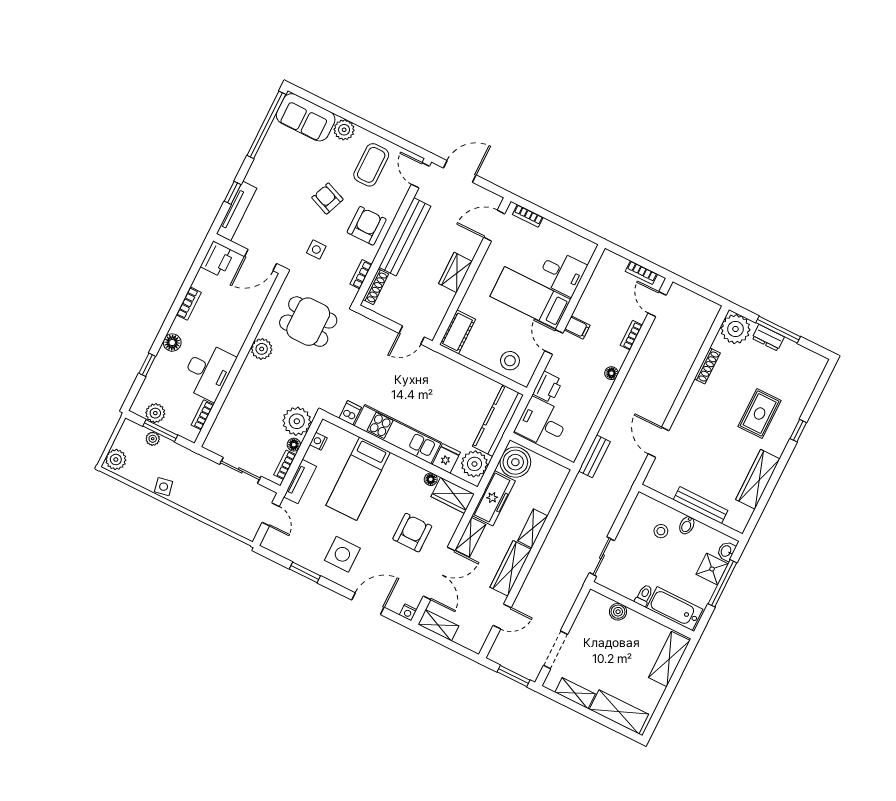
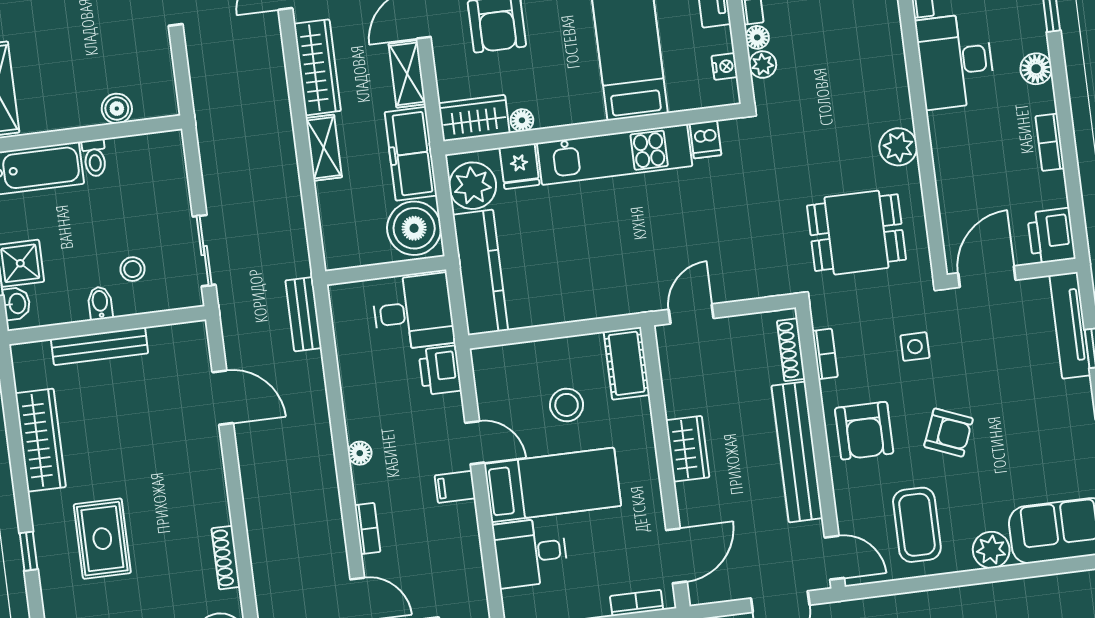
stool: (510, 361) -> (567, 405), moved
plant: (297, 421) -> (763, 65), width x0.53, depth x0.53
sliding door: (602, 557) -> (204, 251), moved

